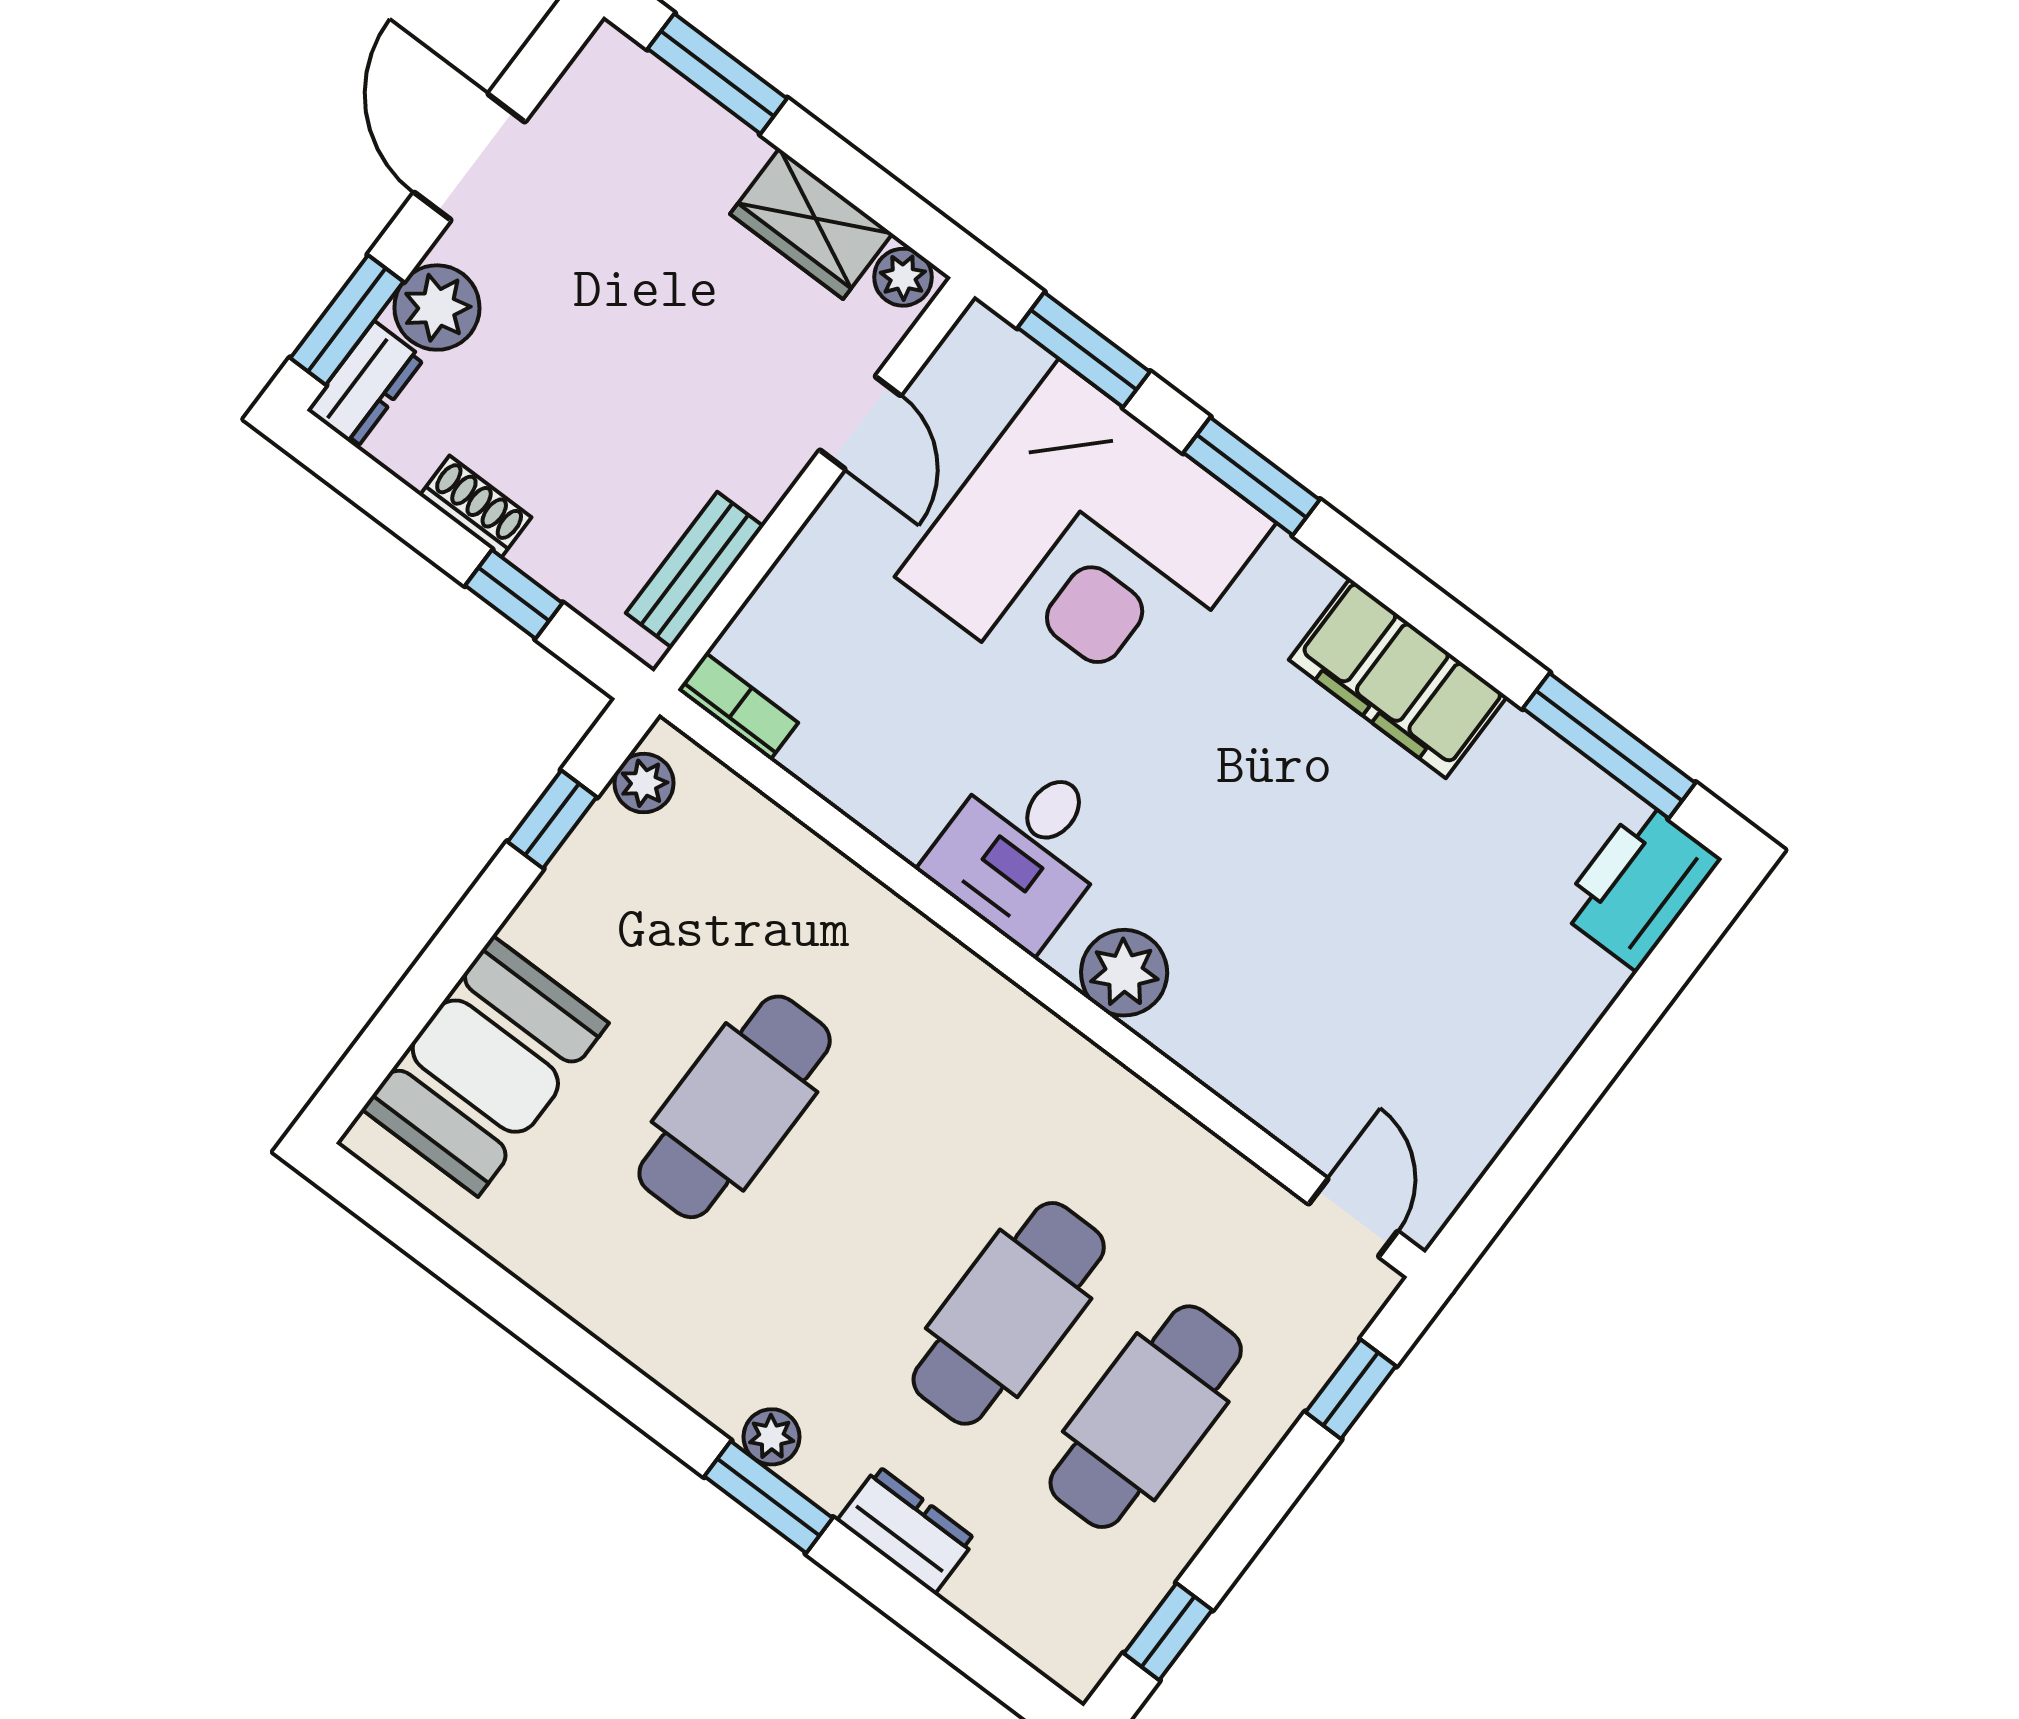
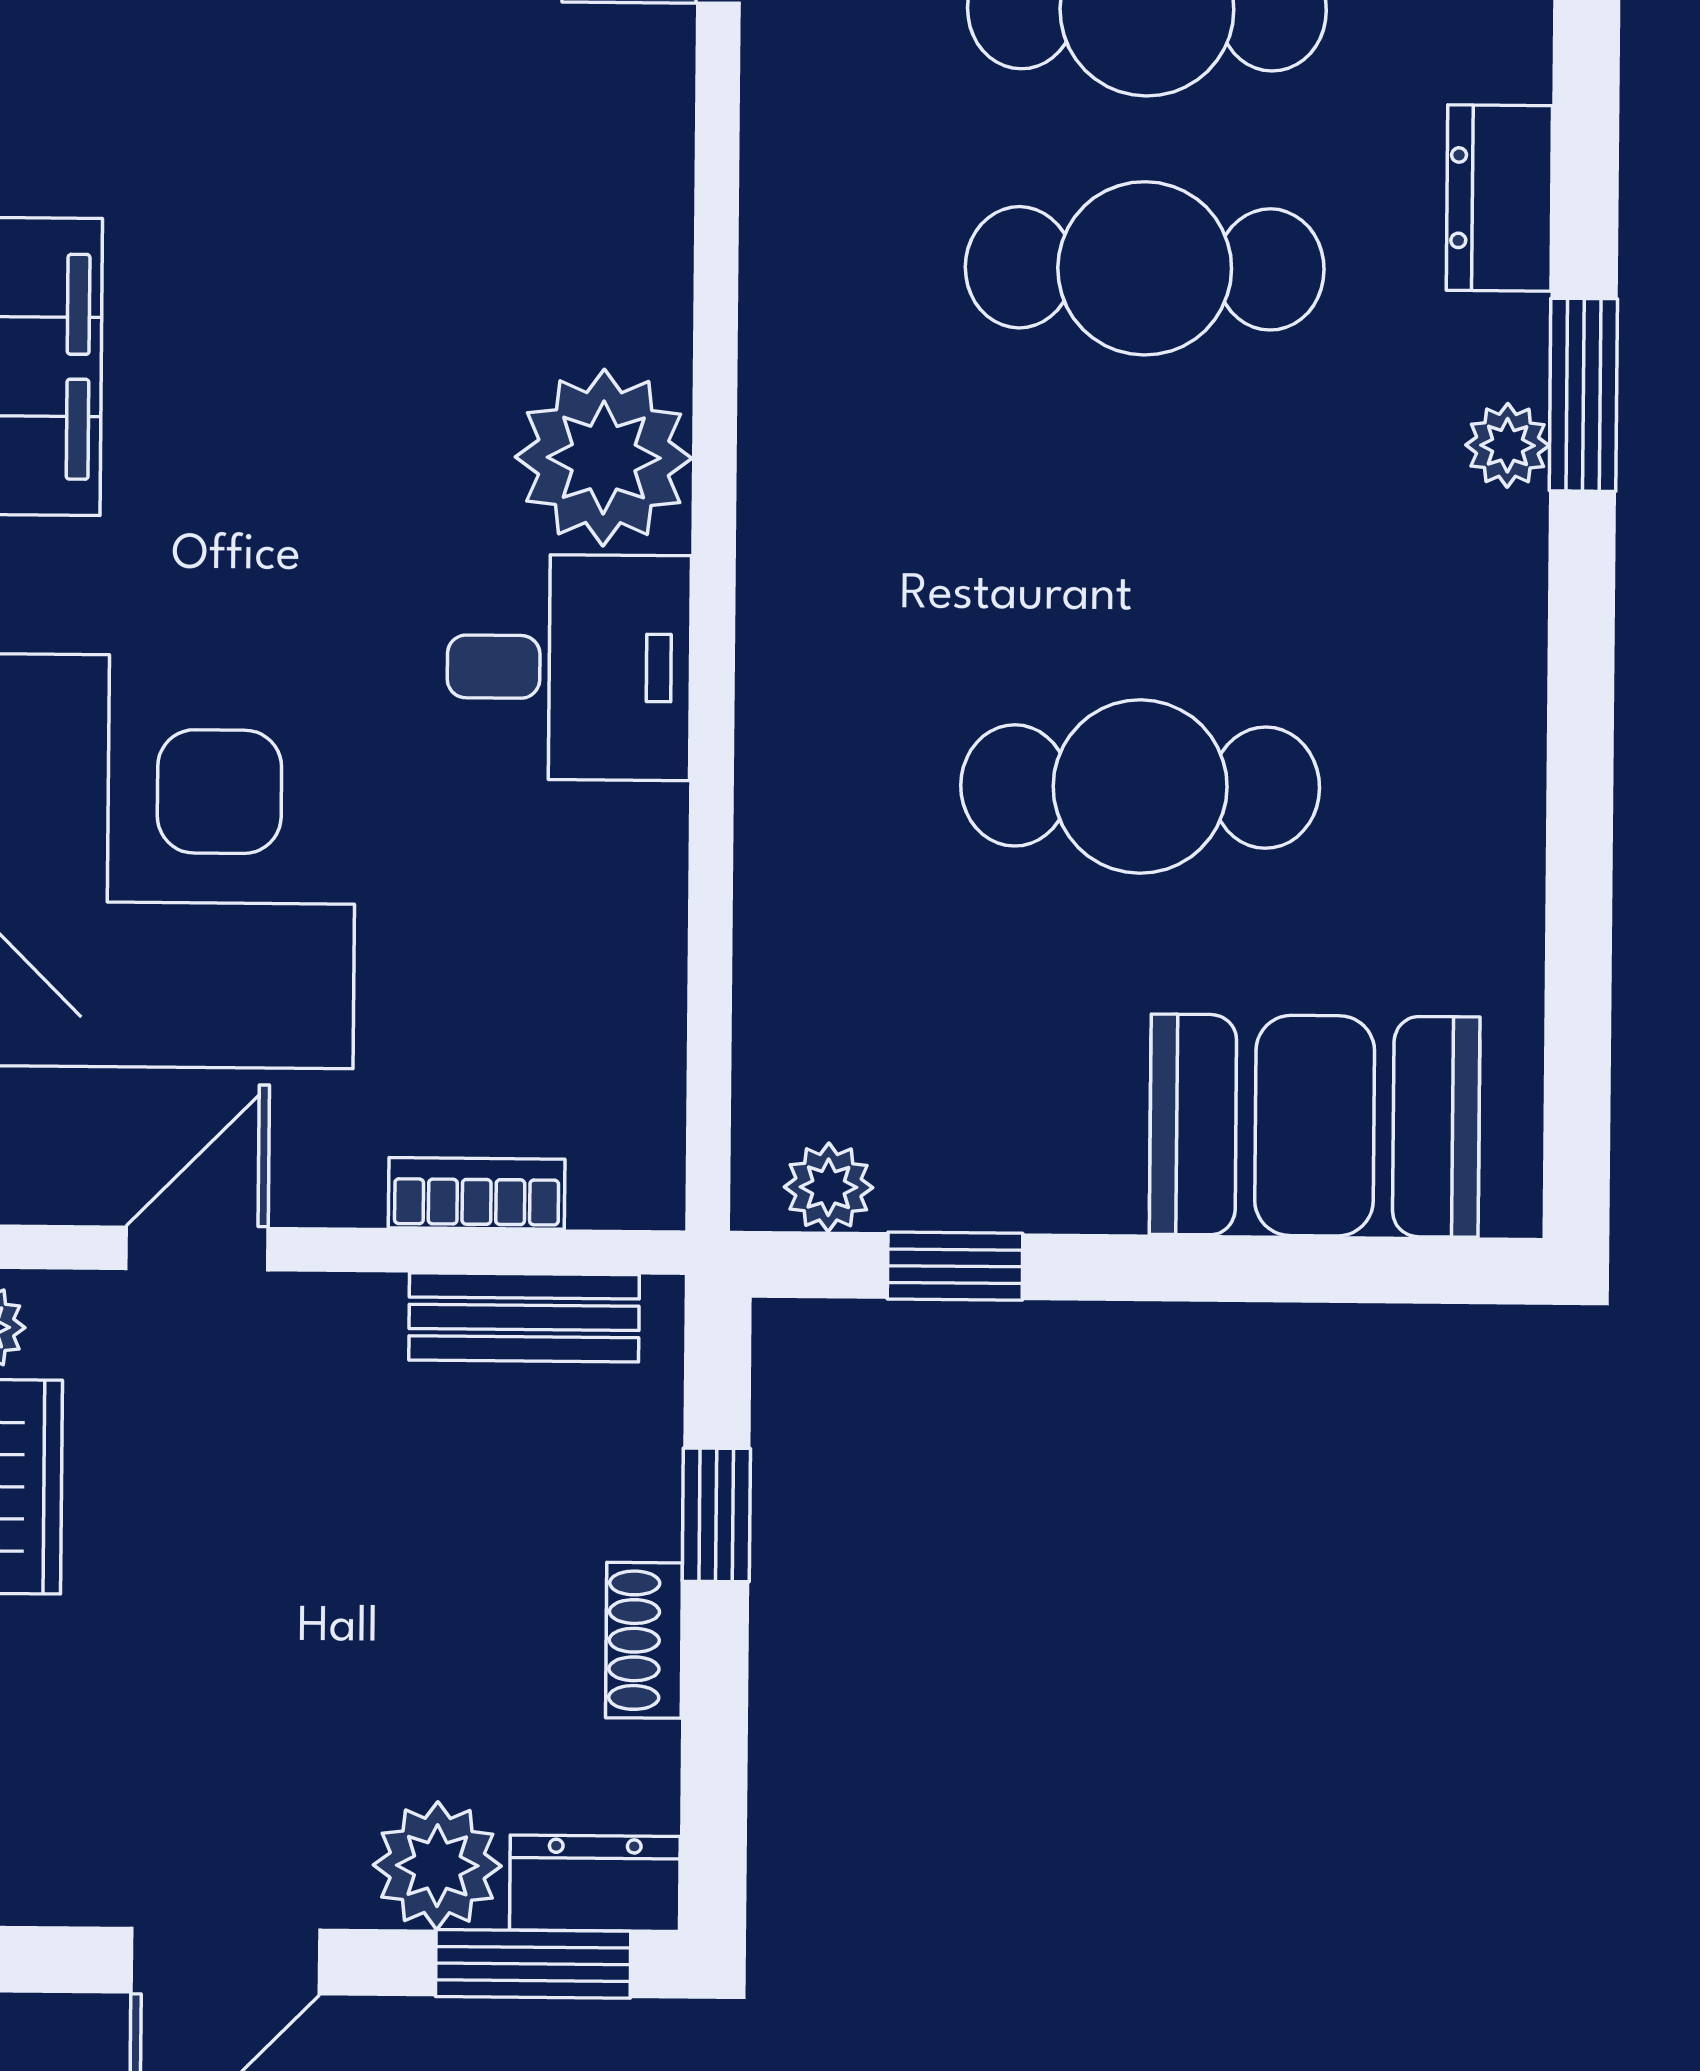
bookcase: (738, 706) -> (477, 1193), moved, turned 90
plant: (1124, 973) -> (604, 458), width x1.36, depth x1.36

